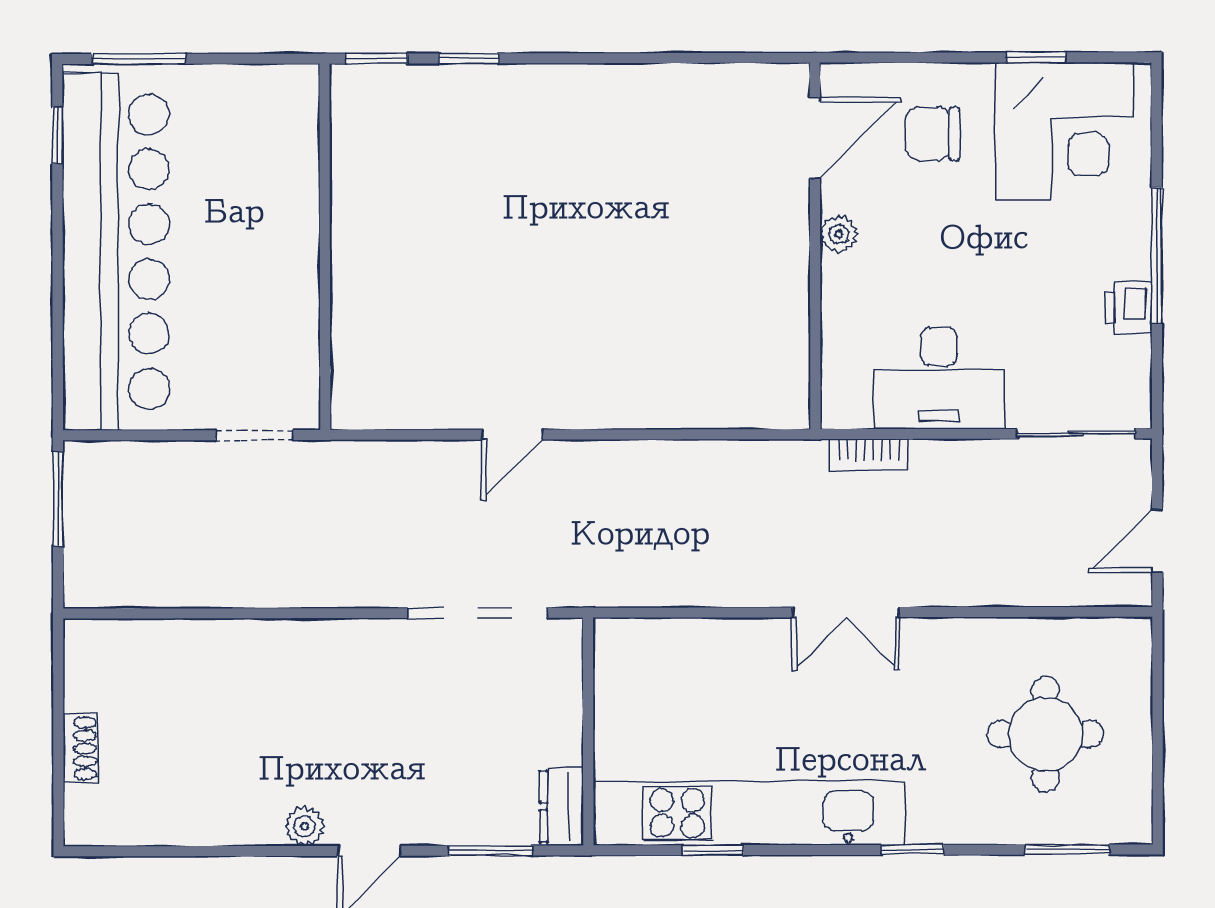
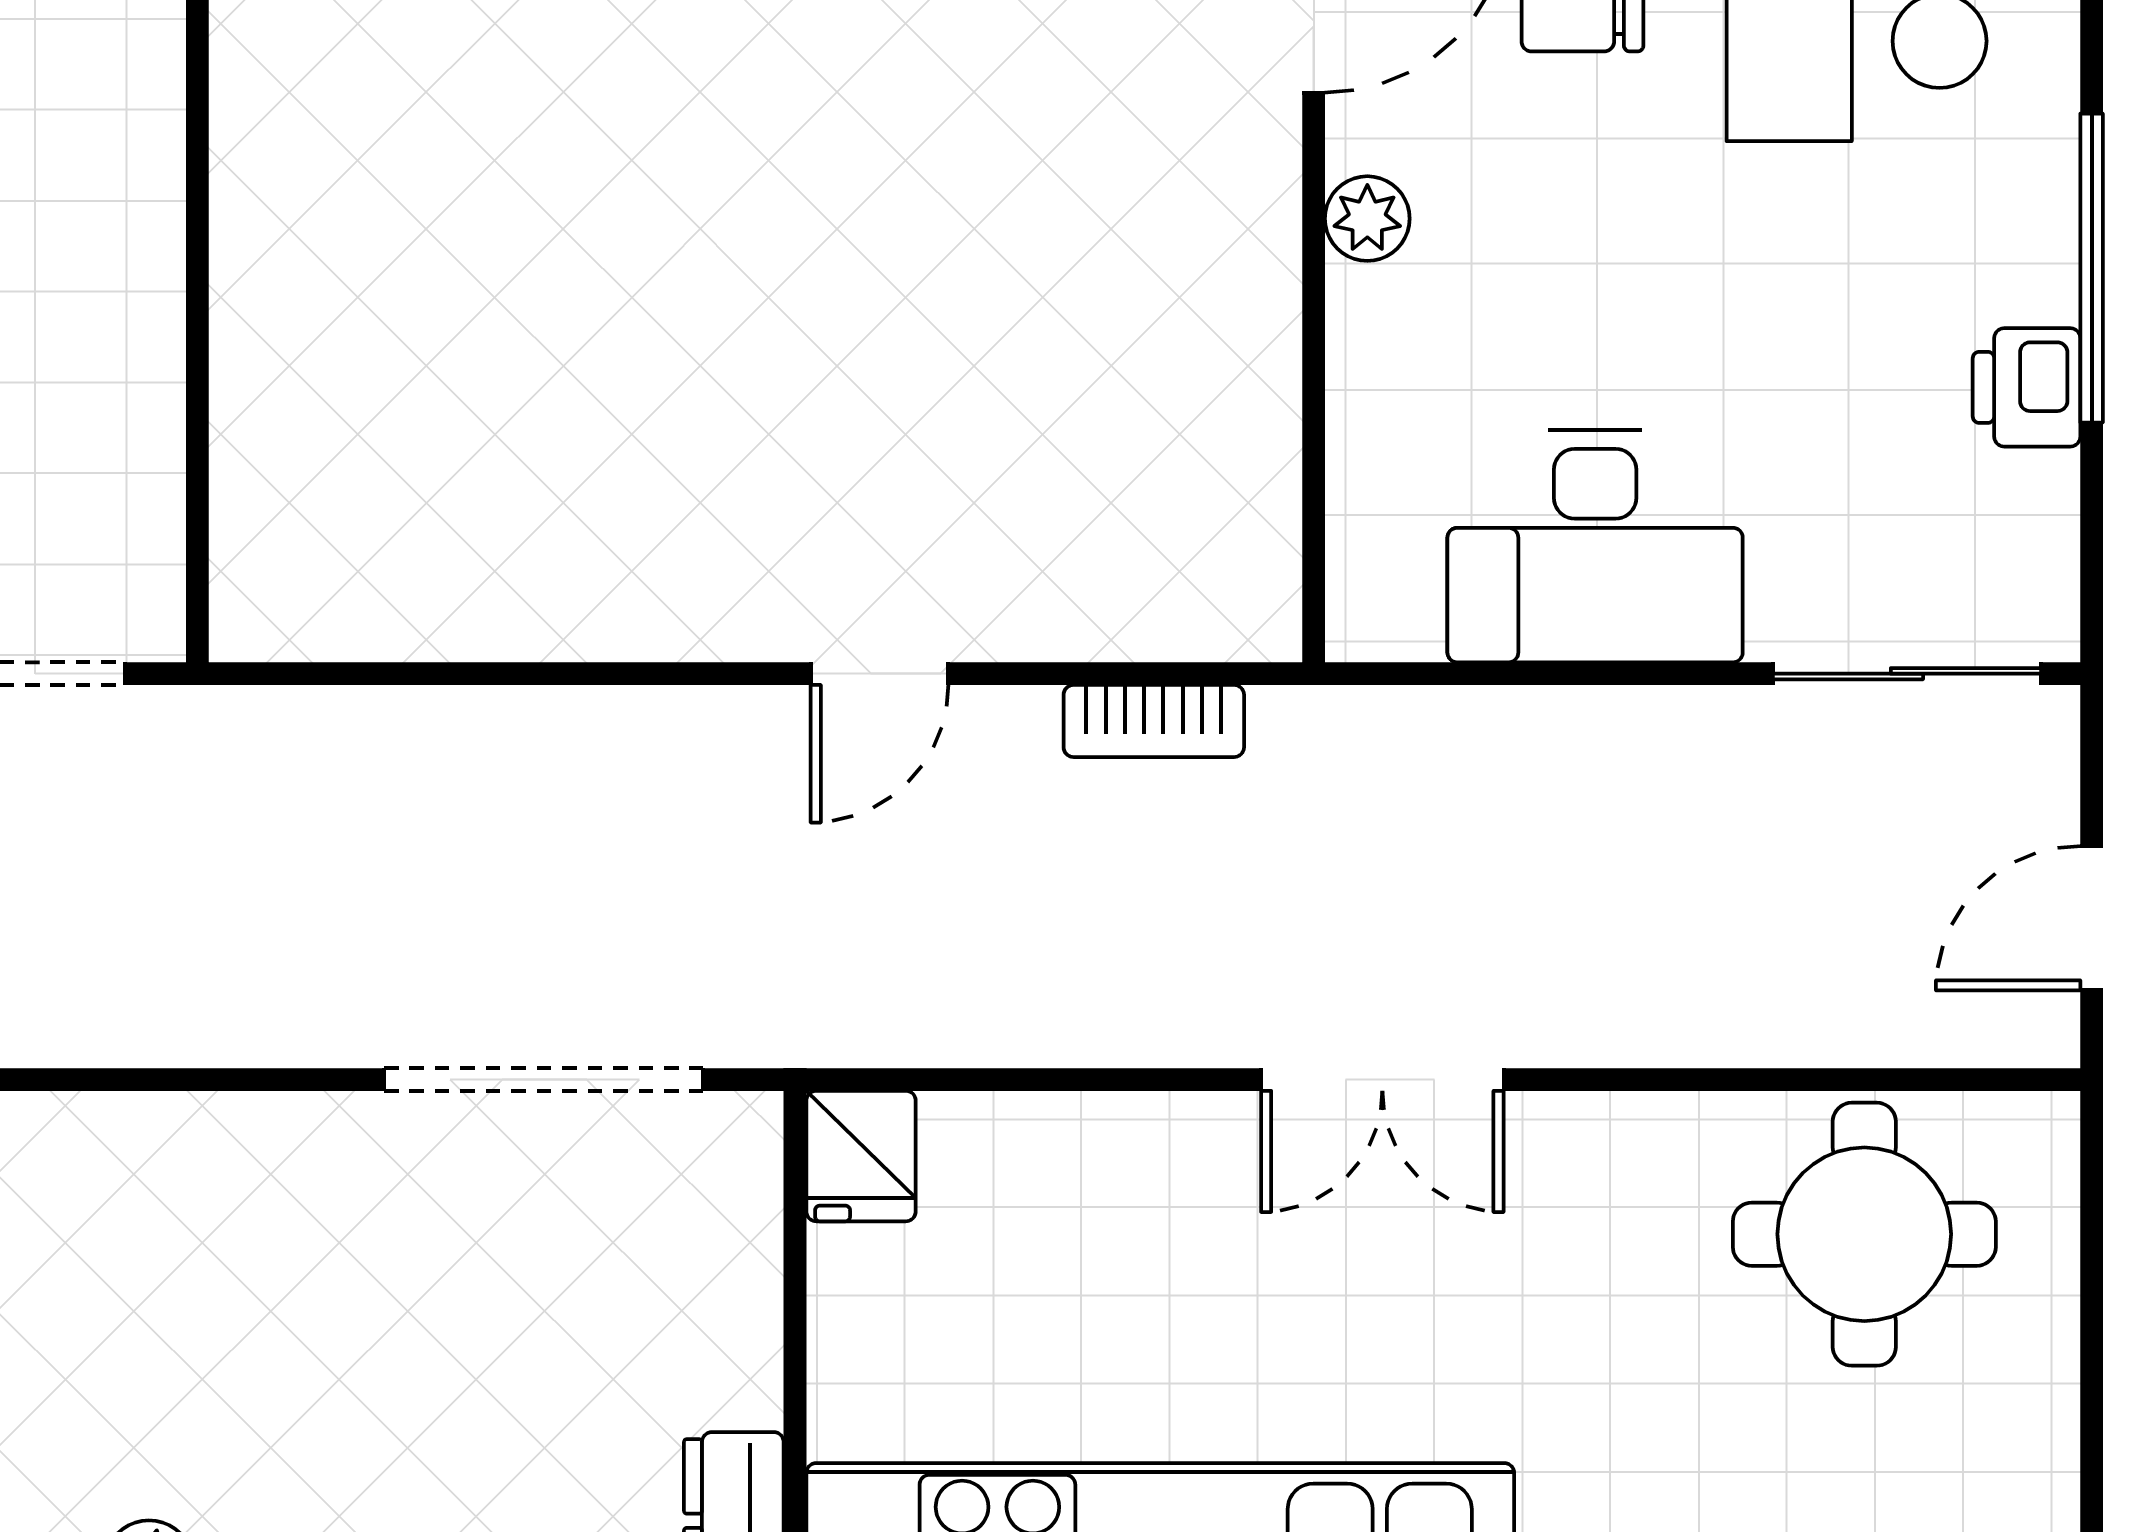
door: (512, 435) -> (879, 674), moved
bookcase: (869, 455) -> (1154, 721), moved
fridge: (617, 646) -> (861, 1156), added
round table: (1045, 734) -> (1864, 1234), moved

